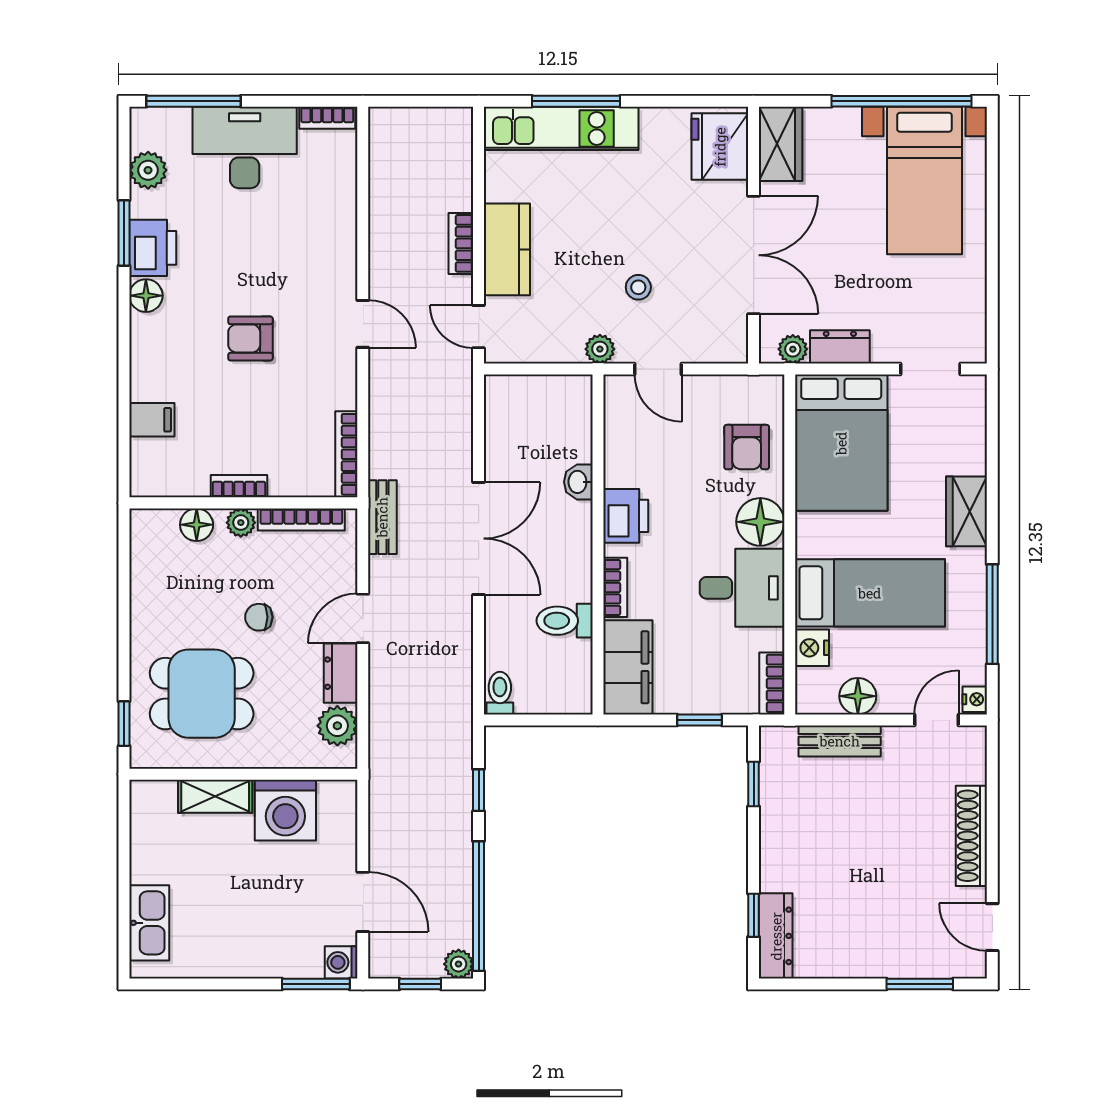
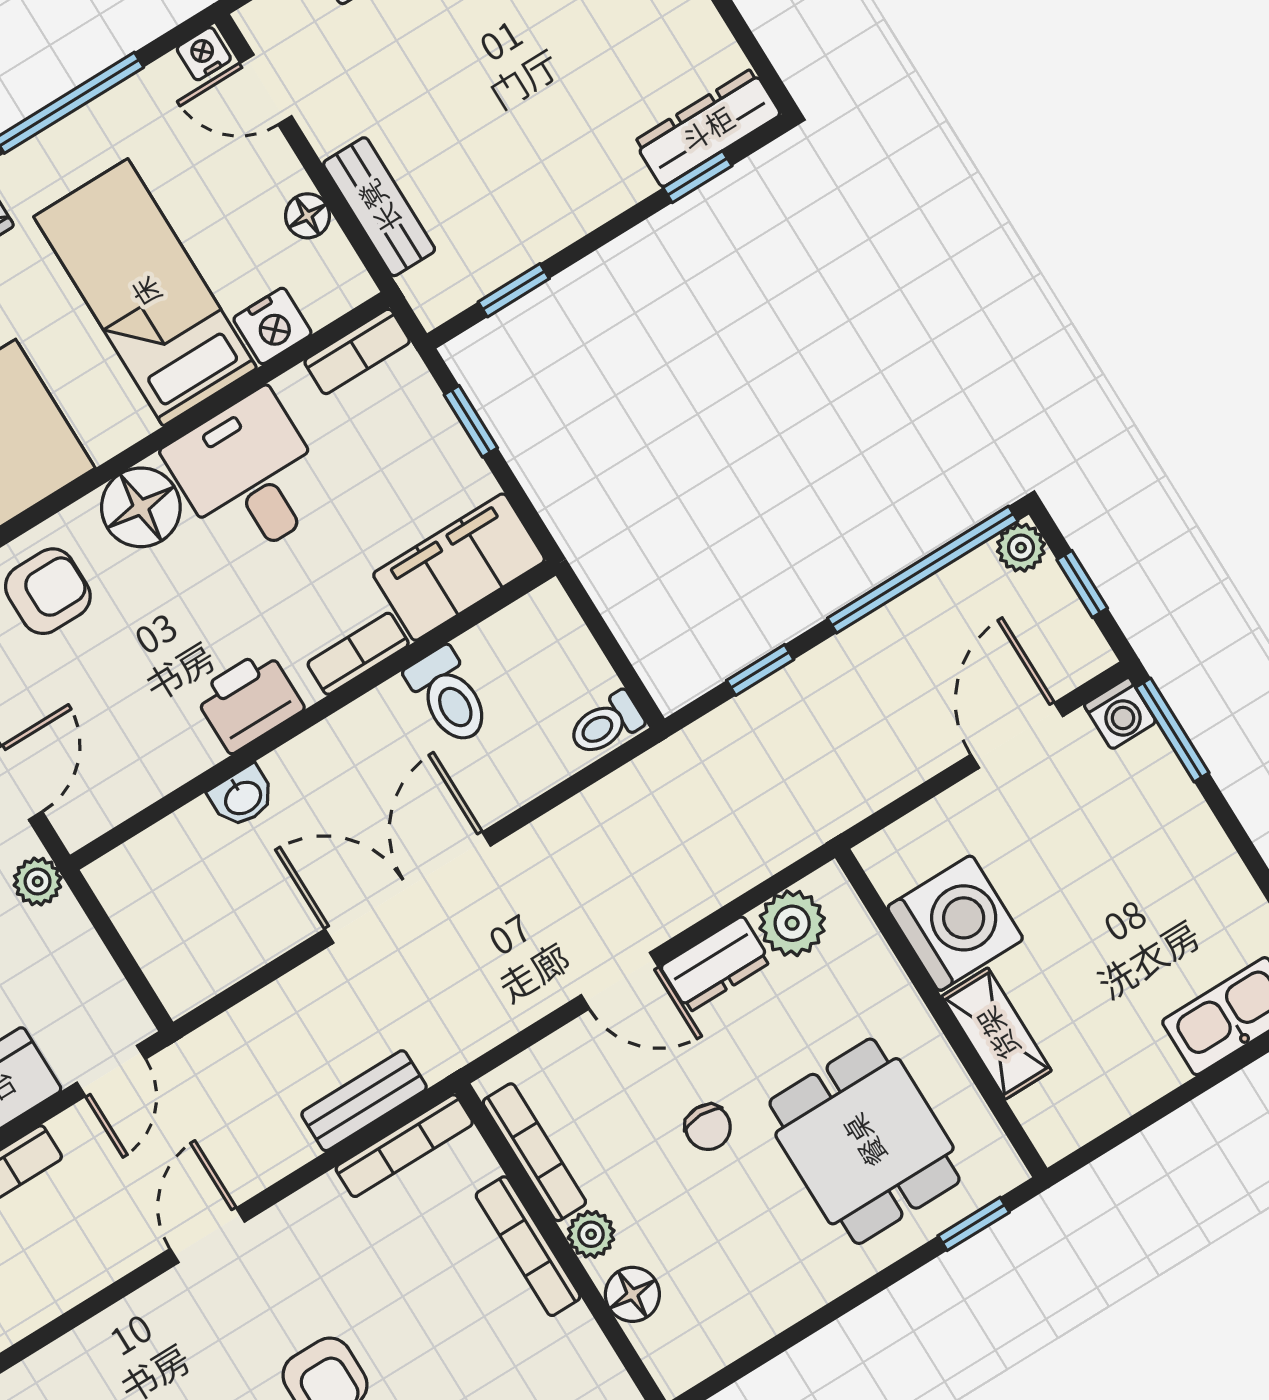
bookcase: (239, 486) -> (528, 1246), width x1.56
bench: (382, 517) -> (364, 1101), moved
floor lamp: (858, 696) -> (308, 216), width x0.73, depth x0.73

